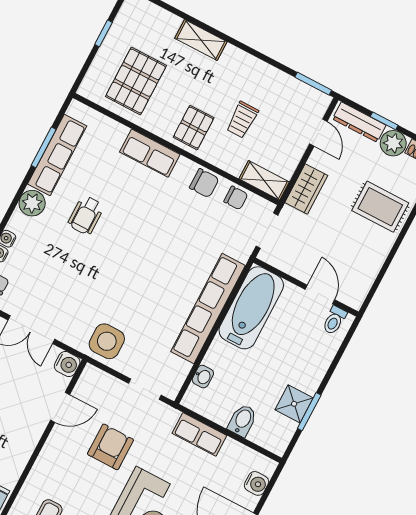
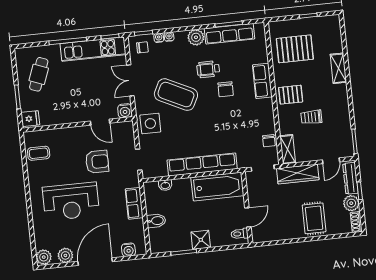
chair: (204, 183) -> (226, 89), moved
wardrobe: (306, 189) -> (298, 174), width x1.50
coffee table: (91, 281) -> (176, 95), added
shower: (294, 404) -> (201, 240), moved

